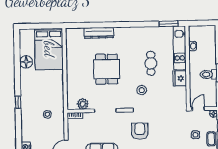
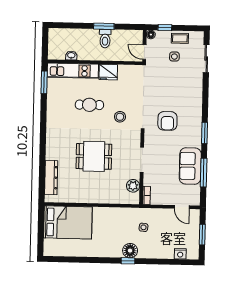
dresser: (99, 33) -> (51, 178), moved
floor lamp: (26, 62) -> (130, 251), moved
armchair: (140, 131) -> (167, 121), turned -90

